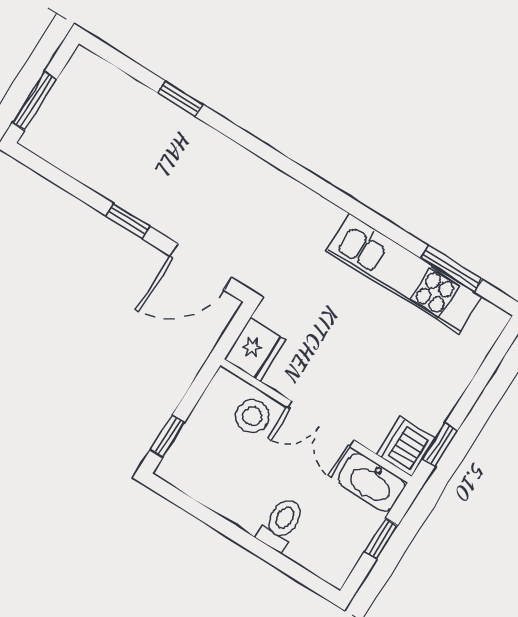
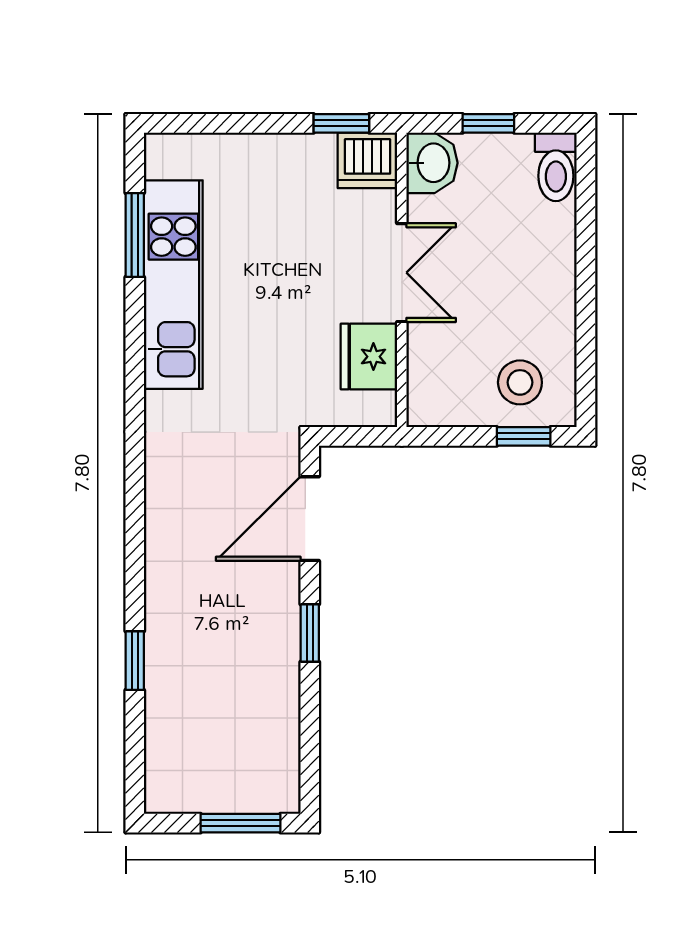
door: (201, 267) -> (310, 519), swing flipped
fridge: (255, 349) -> (369, 357), moved, turned -90
stool: (252, 416) -> (520, 382), moved
washbasin: (371, 482) -> (432, 163), width x0.72
toilet: (281, 524) -> (556, 167), moved, turned -90

